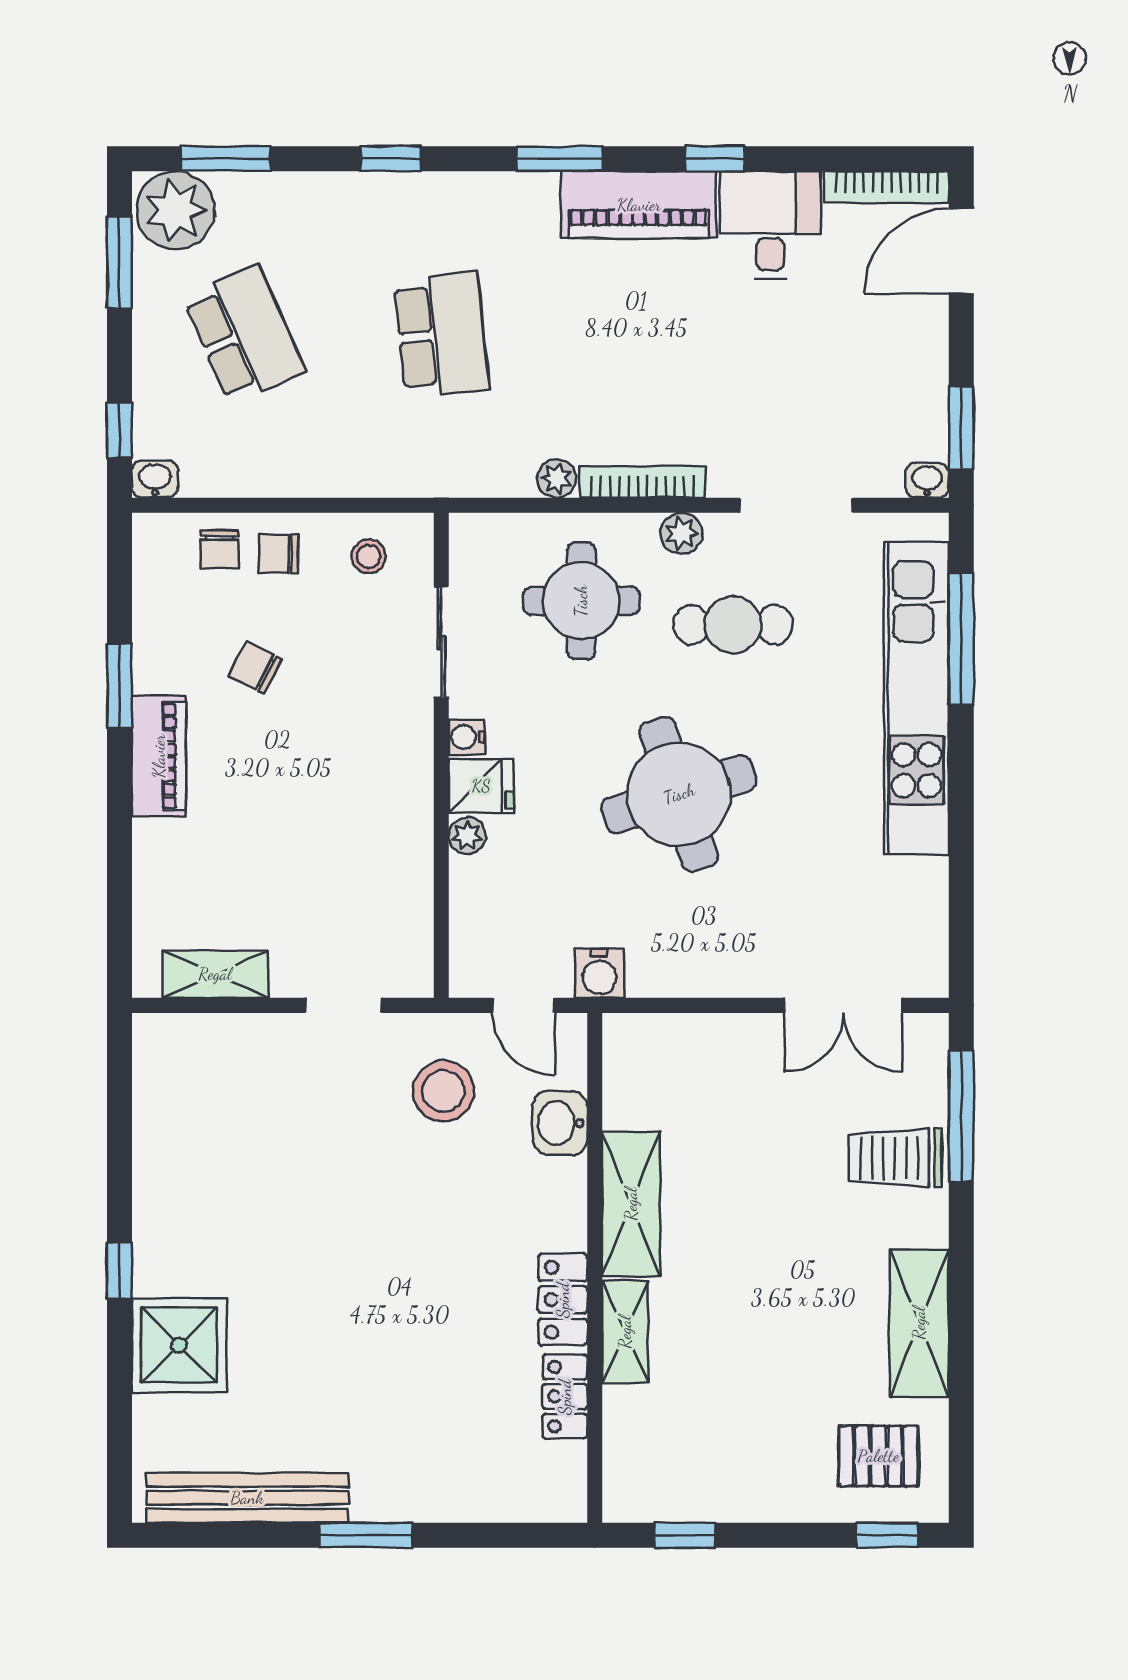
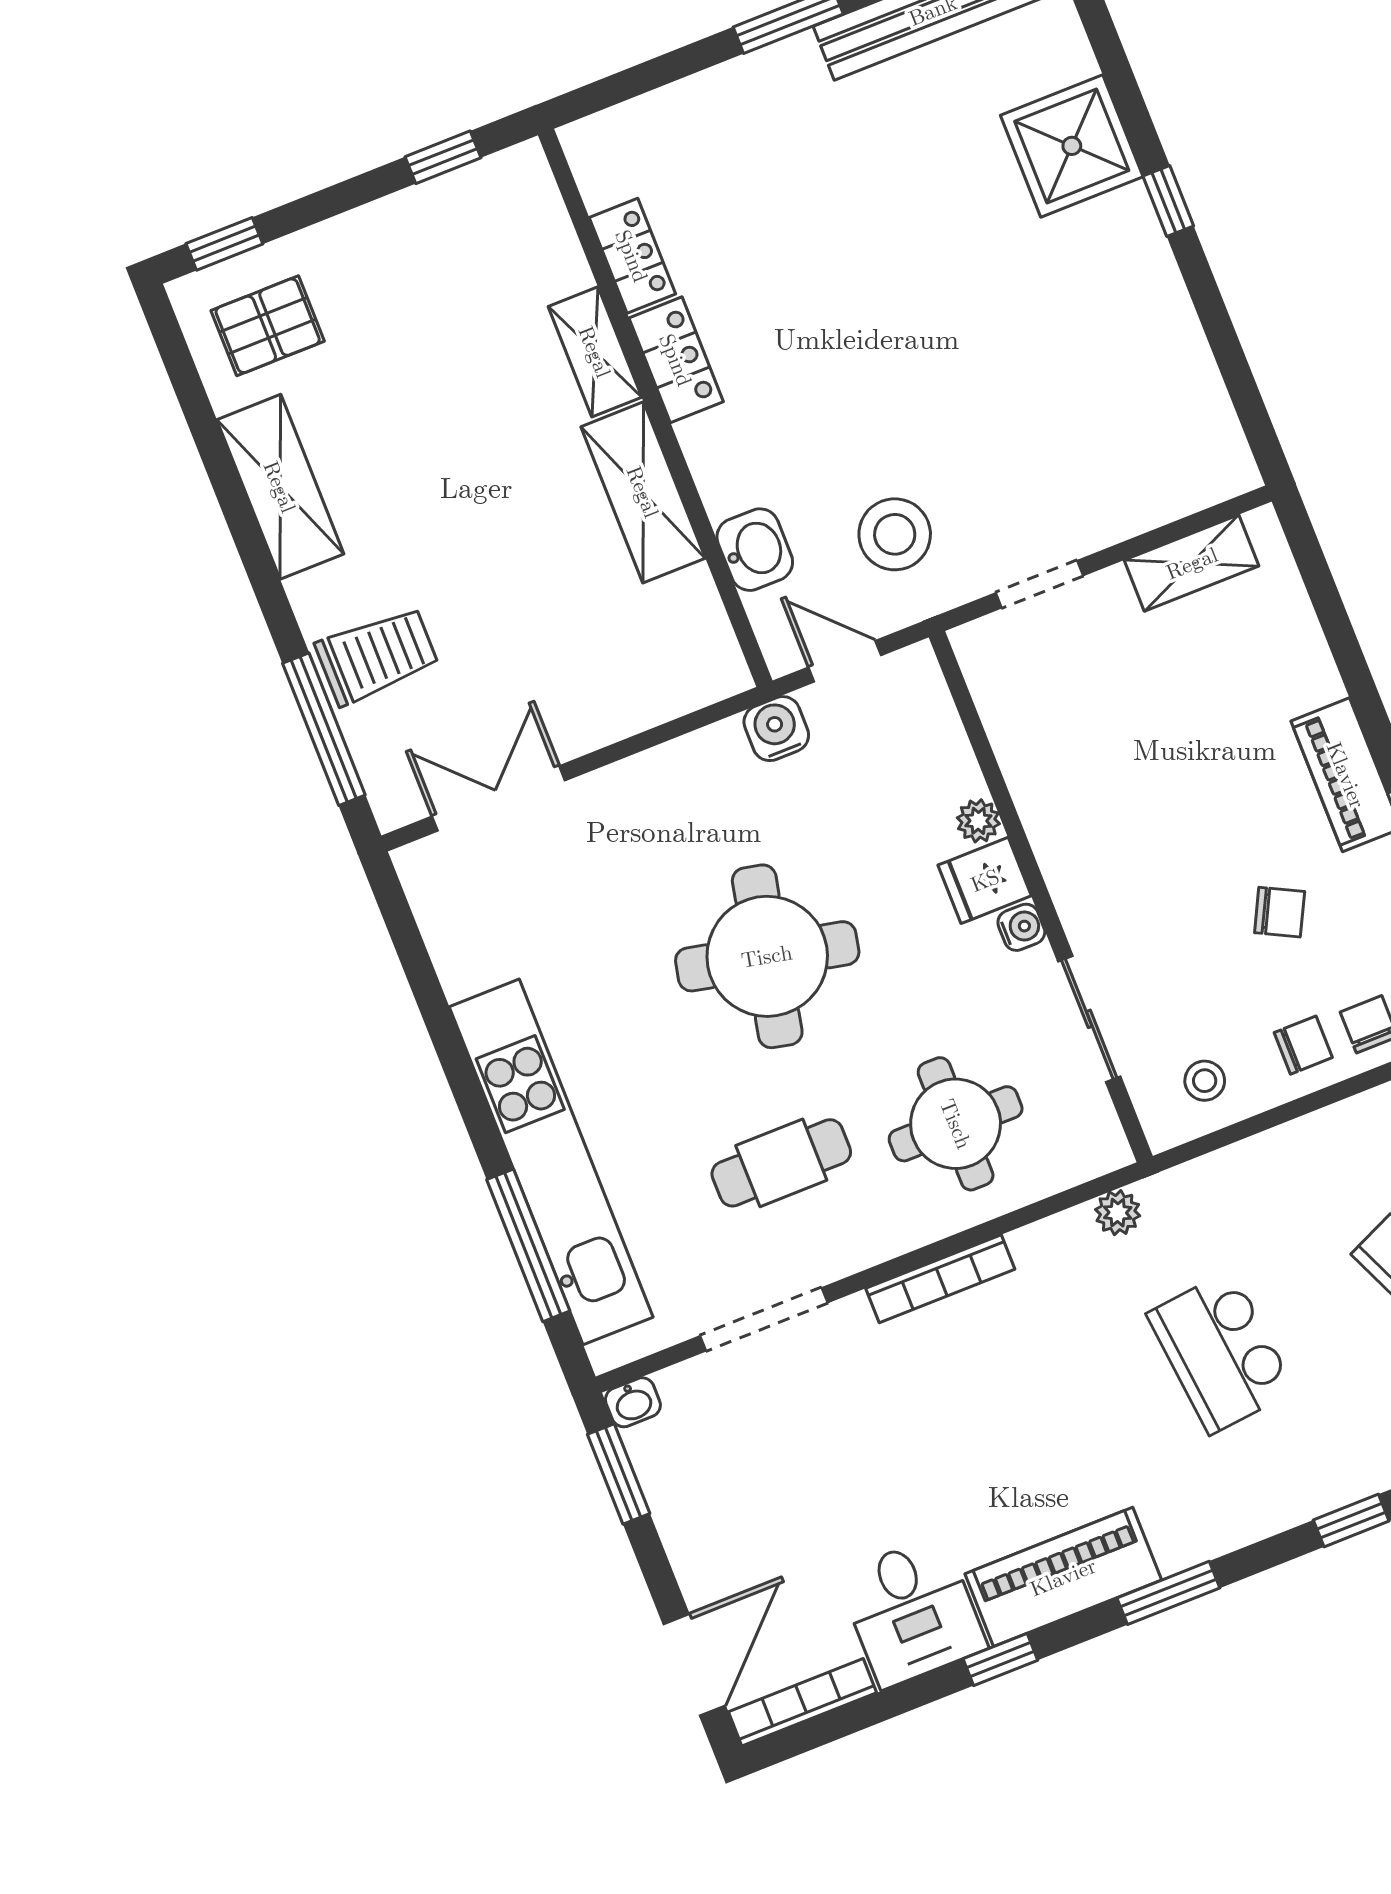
plant: (557, 479) -> (1118, 1213), moved
plant: (681, 534) -> (876, 1239), removed
round table: (679, 794) -> (767, 956), turned 30

